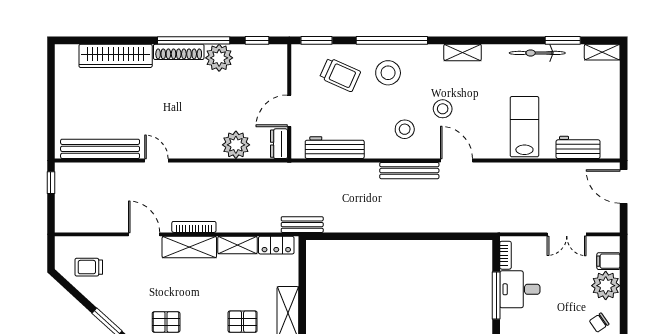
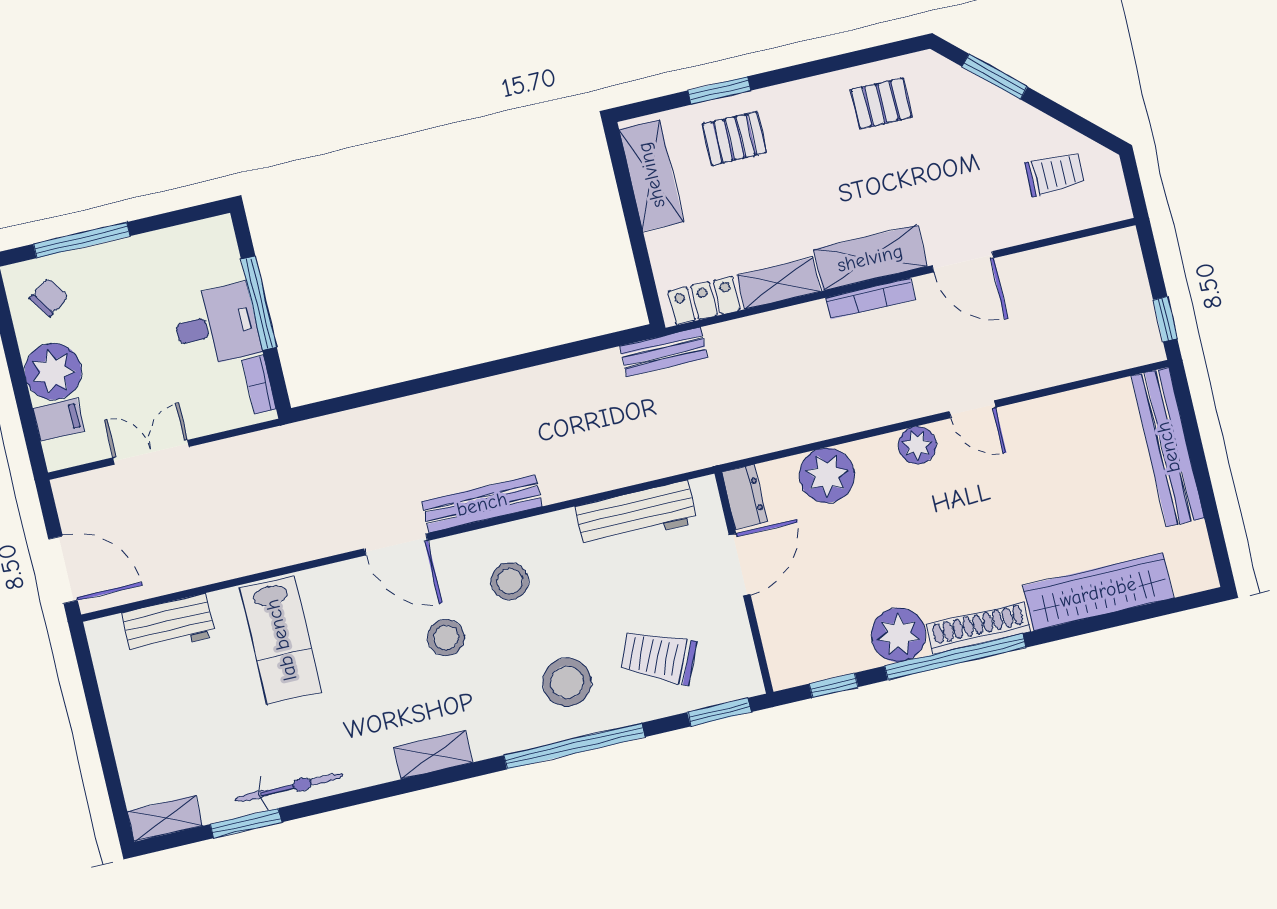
bench: (100, 149) -> (1168, 447), moved, turned 90
plant: (188, 149) -> (917, 445), added

